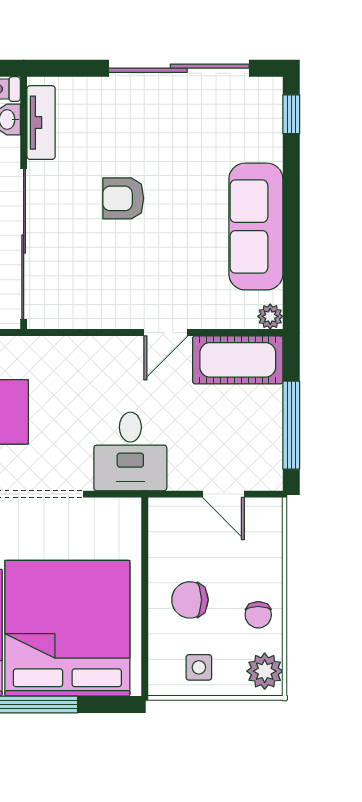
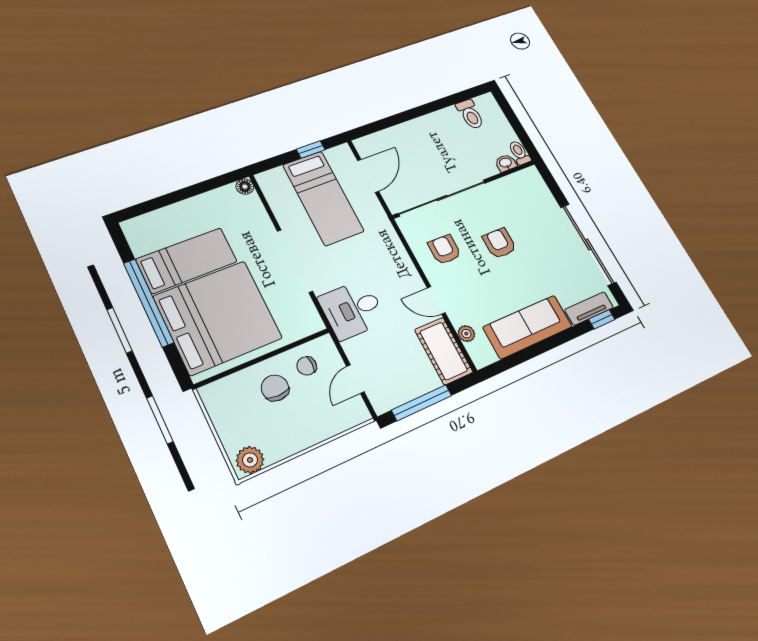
tv unit: (41, 123) -> (589, 309), moved, turned 180
armchair: (100, 282) -> (444, 250), added
plant: (270, 316) -> (466, 334), moved
chair: (258, 615) -> (307, 366), moved
side table: (199, 667) -> (232, 414), removed

